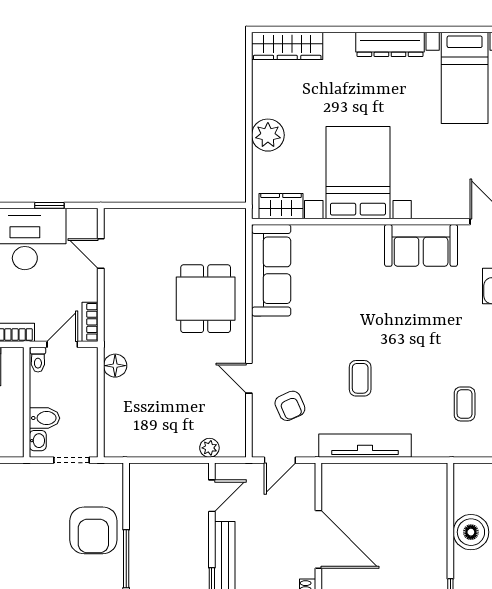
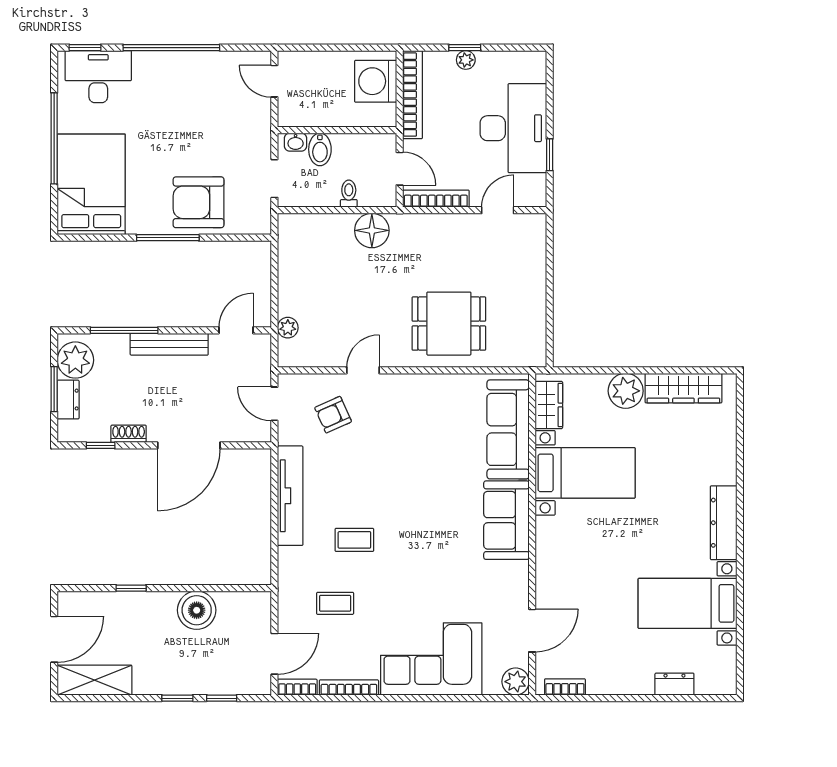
wardrobe: (287, 46) -> (683, 388), moved, turned -90
bed with nightstands: (358, 173) -> (585, 473), width x0.73
sofa: (421, 245) -> (506, 520), moved
sofa: (271, 270) -> (508, 429), moved, turned 90
bookcase: (90, 322) -> (436, 199), width x1.56
toilet: (38, 360) -> (349, 194), moved, turned 90
floor lamp: (115, 366) -> (372, 230), width x1.38, depth x1.38
coffee table: (360, 378) -> (354, 540), moved
door: (212, 496) -> (236, 330), swing flipped

